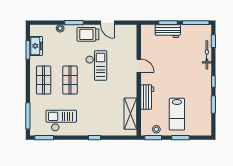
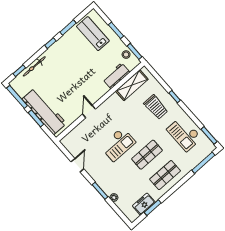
workbench: (168, 31) -> (44, 111), width x1.88, depth x1.32
trolley: (88, 34) -> (156, 107), moved
checkout: (96, 66) -> (118, 144), turned 180
workbench: (147, 97) -> (116, 76), moved
lab bench: (177, 114) -> (93, 34), moved, turned -90

